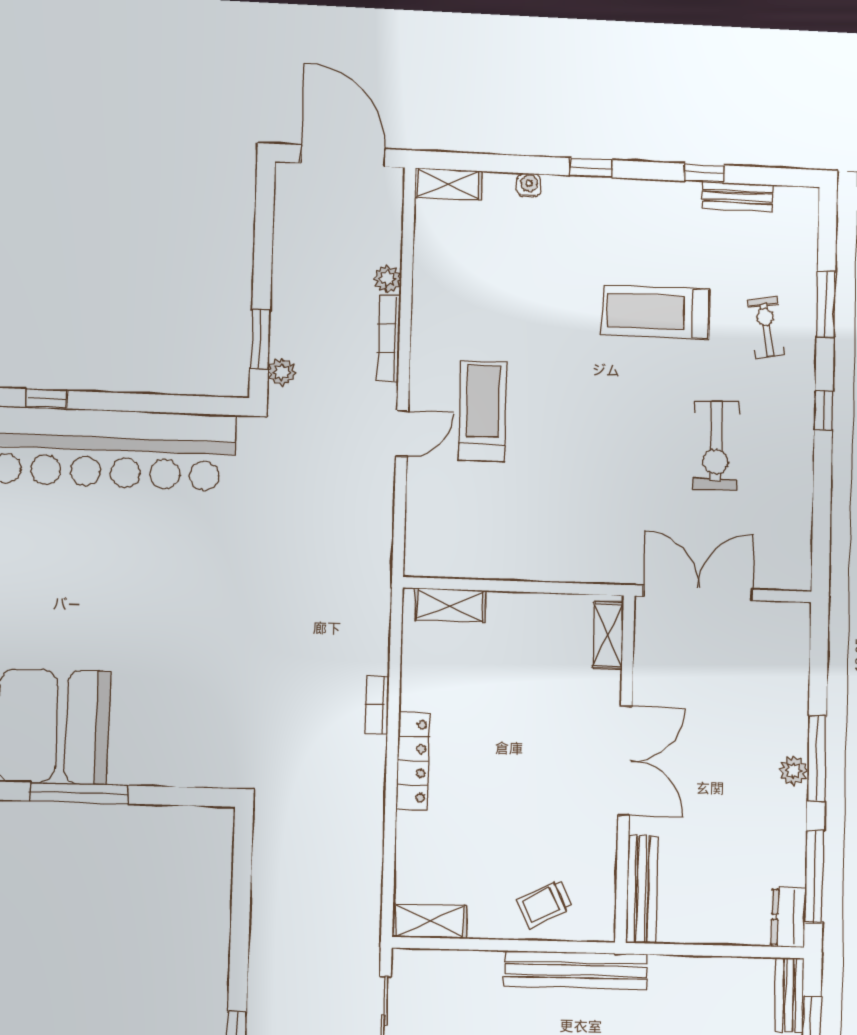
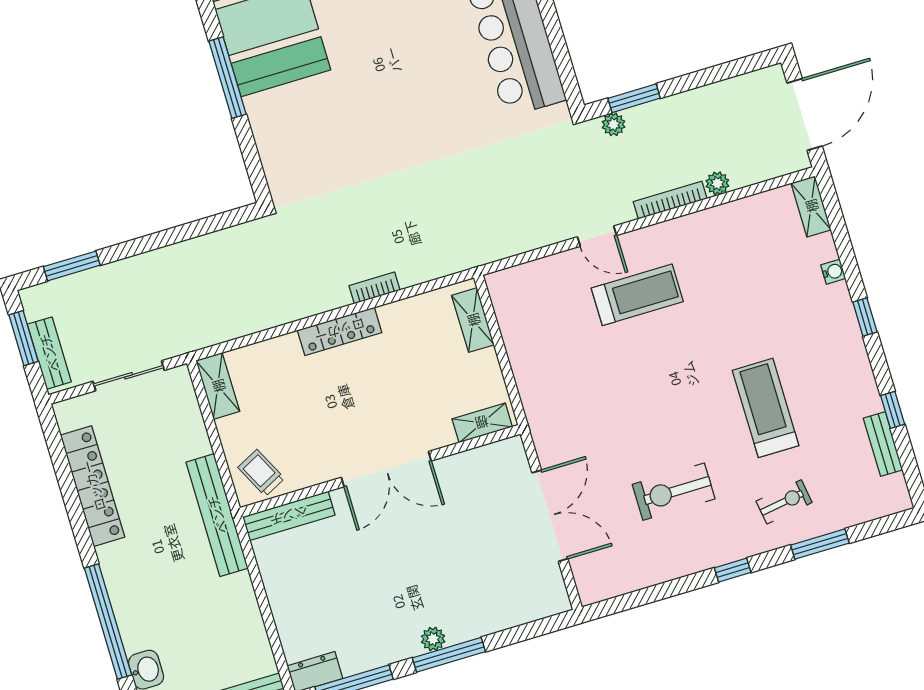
shelving: (608, 635) -> (482, 423), moved
double door: (625, 761) -> (386, 469), moved
wall: (625, 768) -> (380, 471), moved
bench: (642, 889) -> (289, 516), moved

